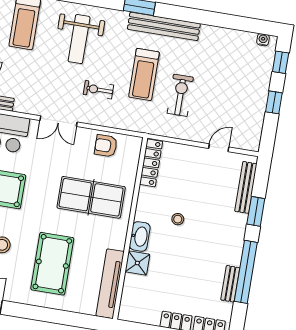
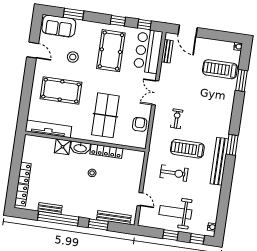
weight bench: (79, 39) -> (175, 212), moved
locker: (151, 163) -> (106, 151), moved

